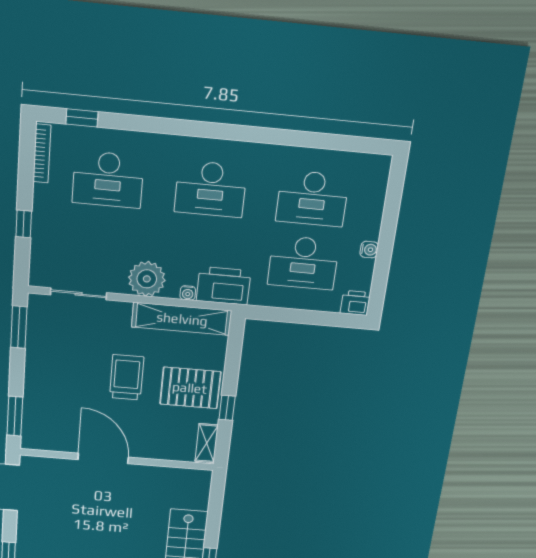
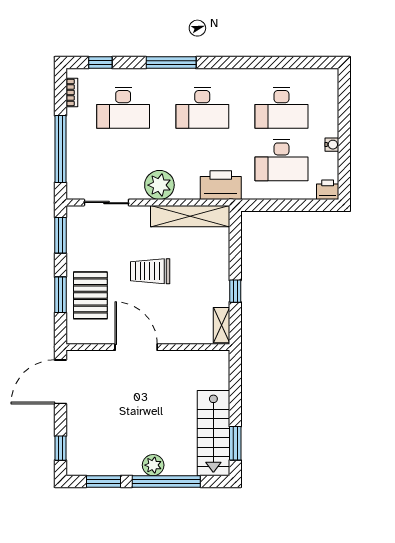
window: (176, 127) -> (171, 63), added
bookcase: (42, 154) -> (72, 92), width x0.64
window: (24, 224) -> (60, 149), width x3.17
water cooler: (188, 293) -> (193, 194), removed
trolley: (127, 377) -> (150, 271), turned -90
pallet: (190, 388) -> (90, 295), moved, turned 90
window: (15, 416) -> (60, 295), moved

